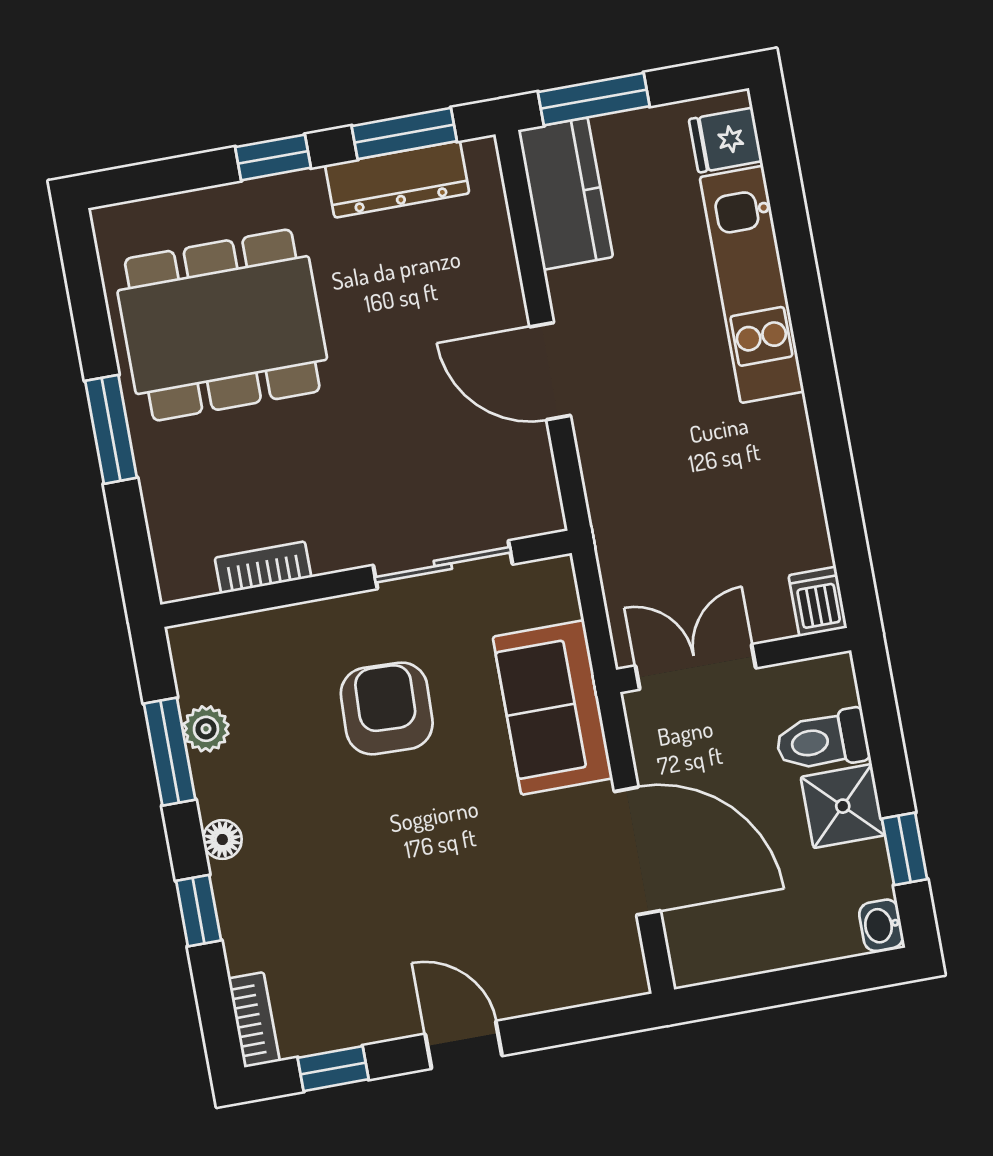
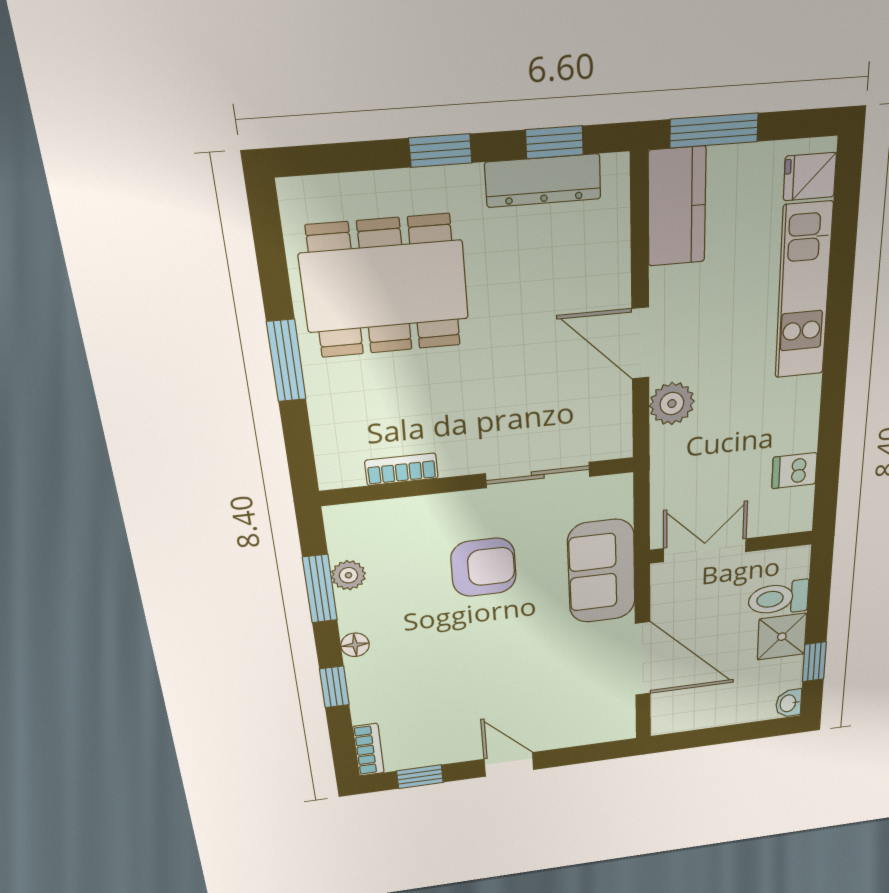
window: (404, 134) -> (554, 142), width x0.67
plant: (607, 450) -> (672, 404), added
dishwasher: (818, 602) -> (794, 471), moved, turned -90
armchair: (387, 708) -> (484, 567), turned 88

